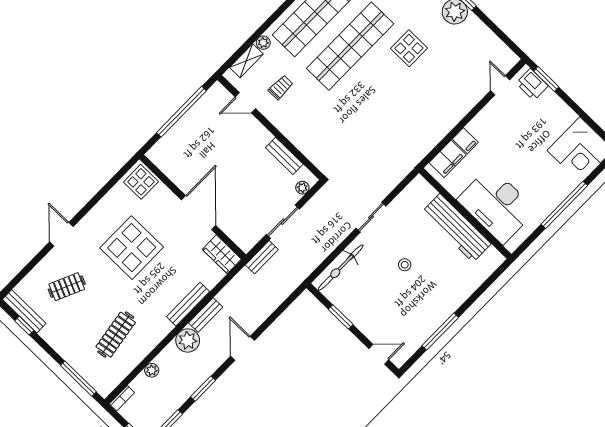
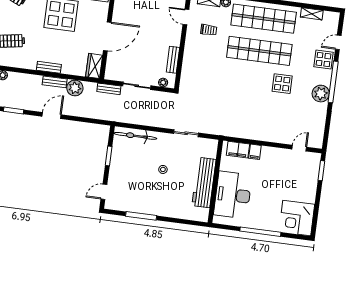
printer: (532, 84) -> (313, 165), removed
sliding door: (371, 217) -> (186, 133), moved
bench: (188, 304) -> (49, 67), width x0.73
plant: (188, 340) -> (75, 88), moved
door: (379, 354) -> (104, 192), swing flipped

